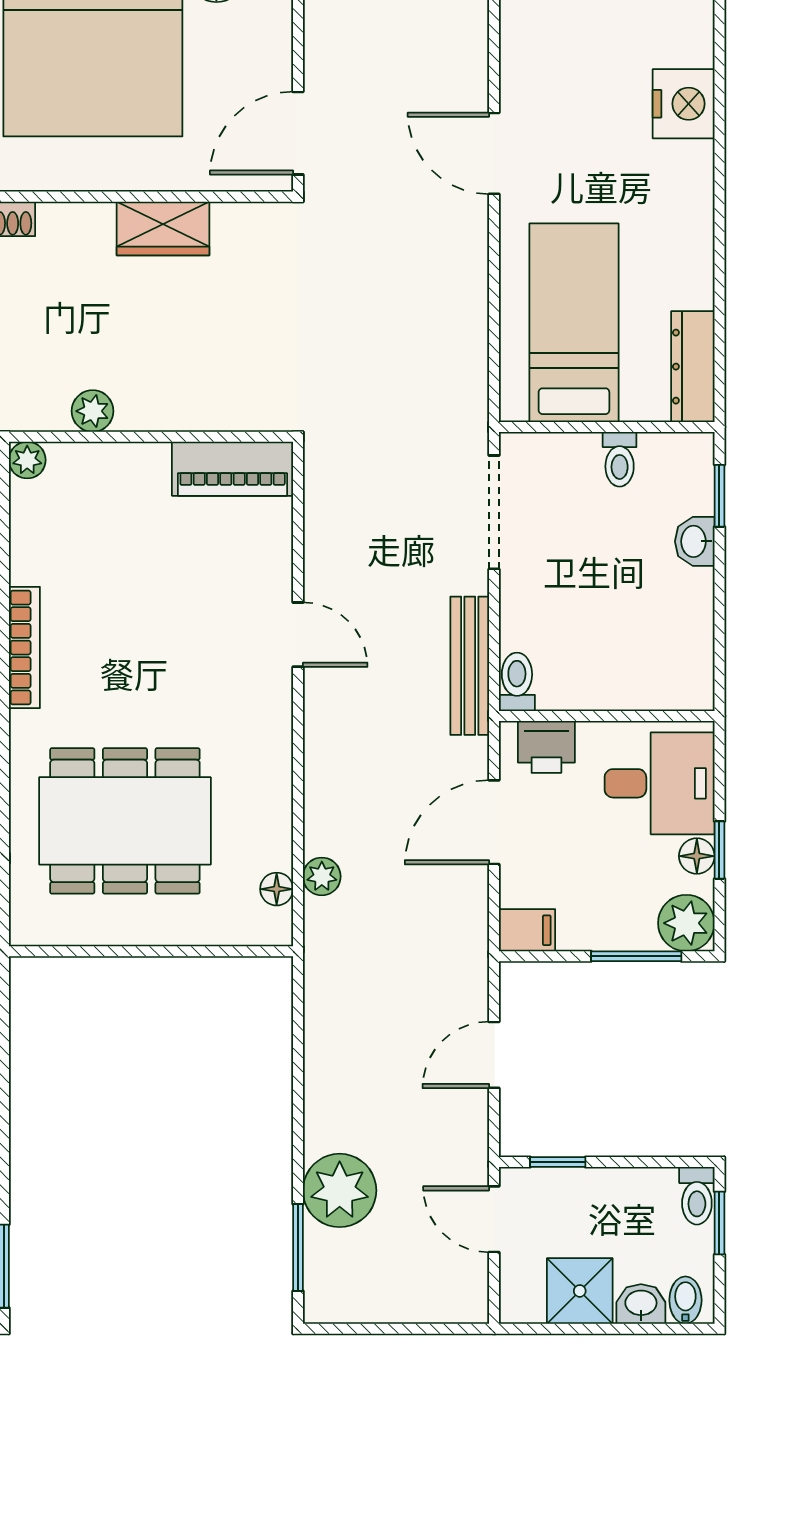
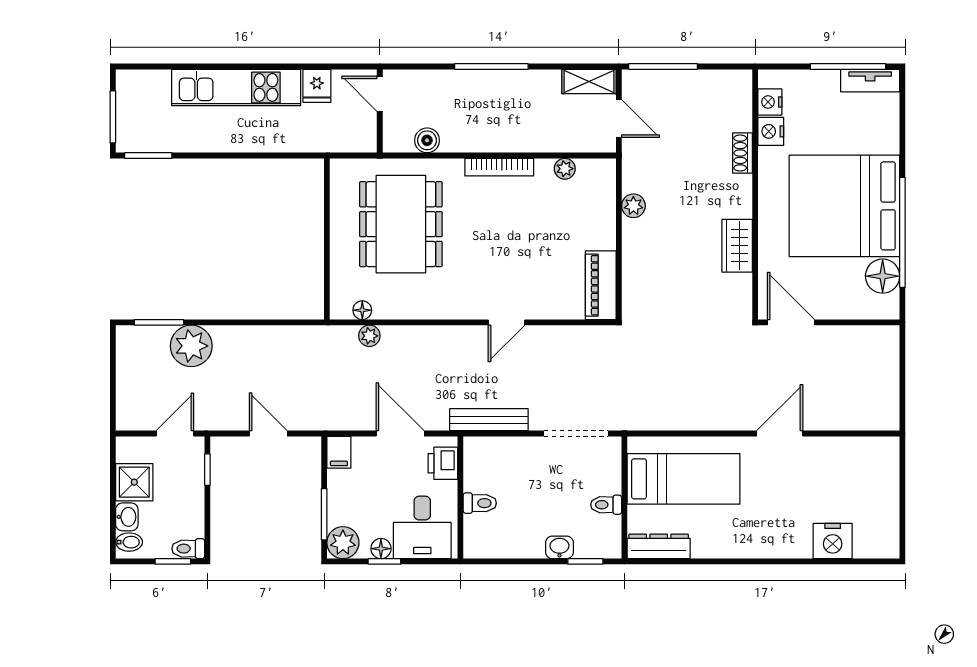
nightstand: (684, 104) -> (833, 541), moved
plant: (27, 460) -> (565, 169), moved
toilet: (517, 682) -> (480, 503), moved

